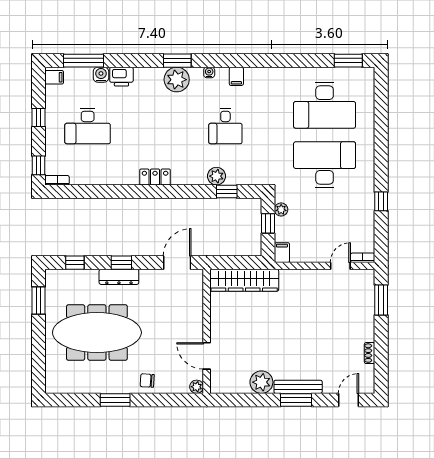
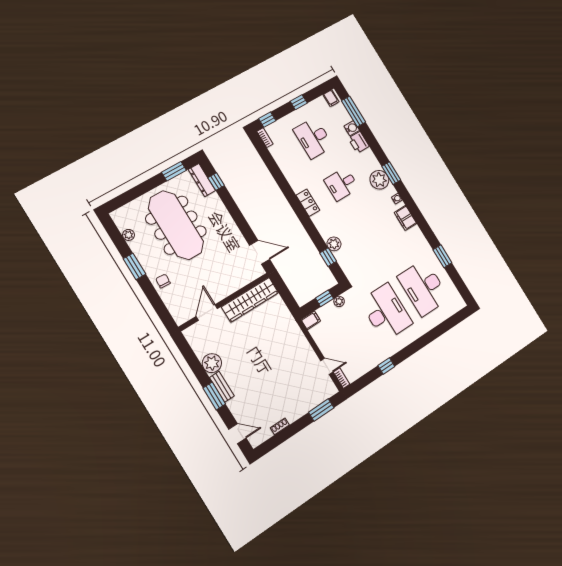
window: (348, 61) -> (442, 256), moved
filing cabinet: (236, 76) -> (406, 218), width x2.00
desk: (225, 126) -> (342, 184), moved
window: (121, 263) -> (236, 214), removed
dresser: (119, 277) -> (202, 180), moved
wardrobe: (244, 280) -> (250, 300), moved, turned -90
plant: (197, 387) -> (128, 235), moved
bench: (298, 387) -> (222, 387), width x0.73

